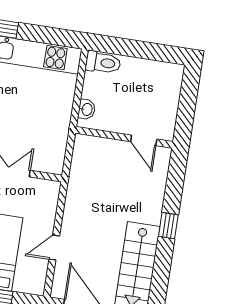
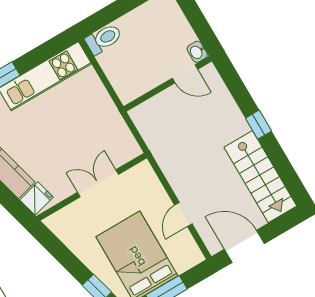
washbasin: (87, 109) -> (197, 52), moved, turned 180

